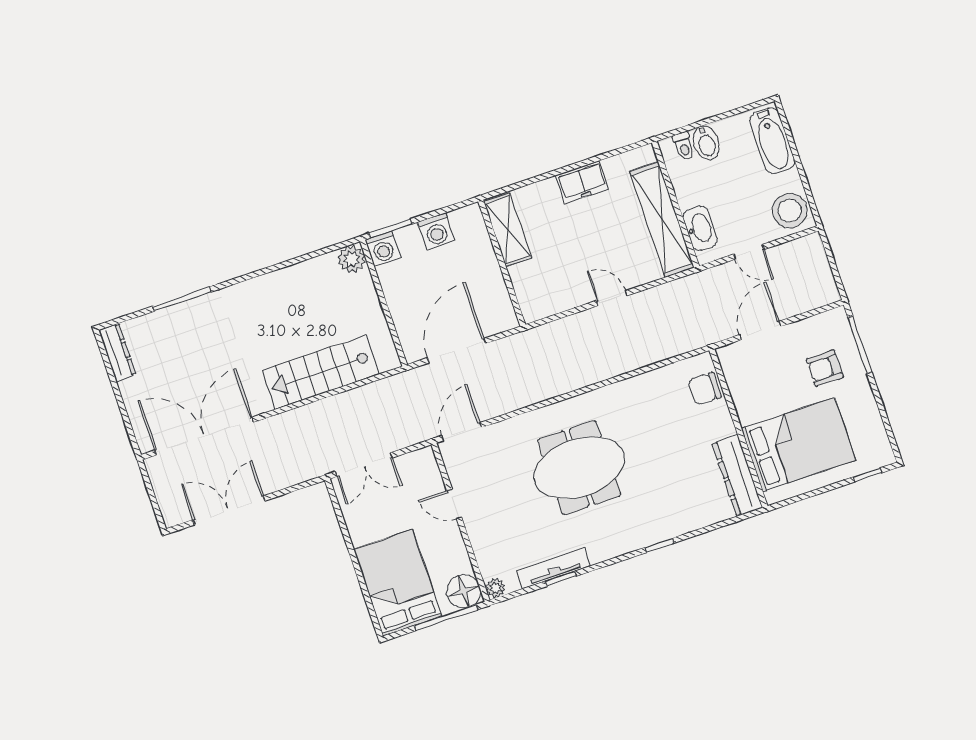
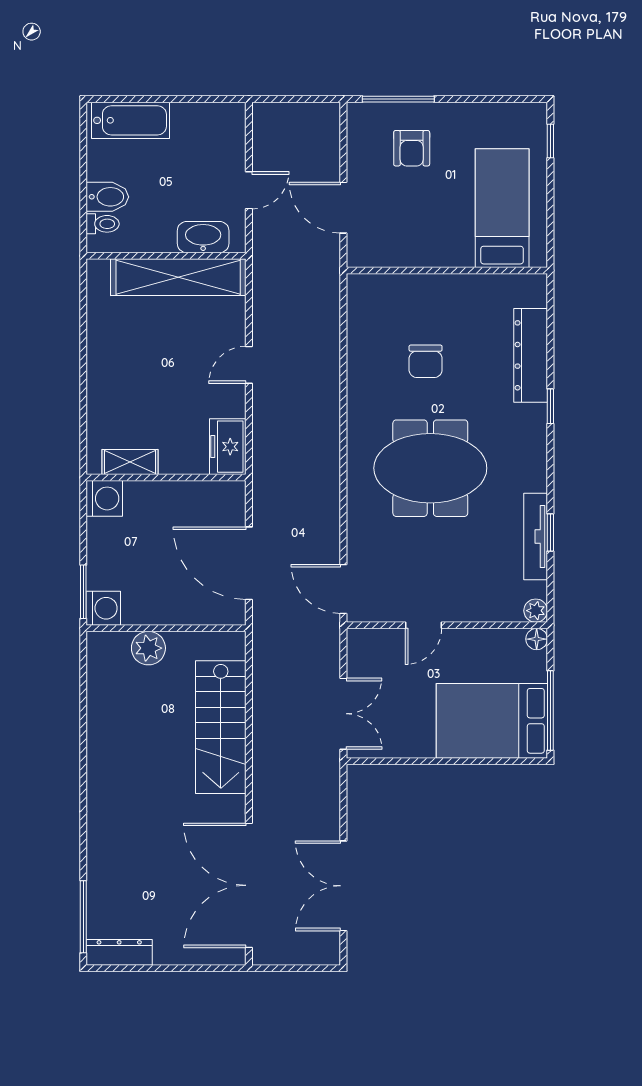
freezer: (582, 182) -> (228, 447), moved, turned 180
stool: (790, 210) -> (217, 127), removed
shelving: (508, 230) -> (130, 462), width x0.67, depth x0.75
washing machine: (436, 231) -> (104, 498), moved
plant: (351, 259) -> (148, 648), moved
window: (182, 299) -> (83, 917), moved
chair: (705, 389) -> (426, 361), moved
bed: (798, 444) -> (502, 208), width x0.67
meeting table: (579, 468) -> (430, 468), turned 90
dresser: (737, 475) -> (531, 355), moved, turned 90
floor lamp: (464, 591) -> (537, 639), width x0.53, depth x0.53
window: (446, 617) -> (550, 710), moved

